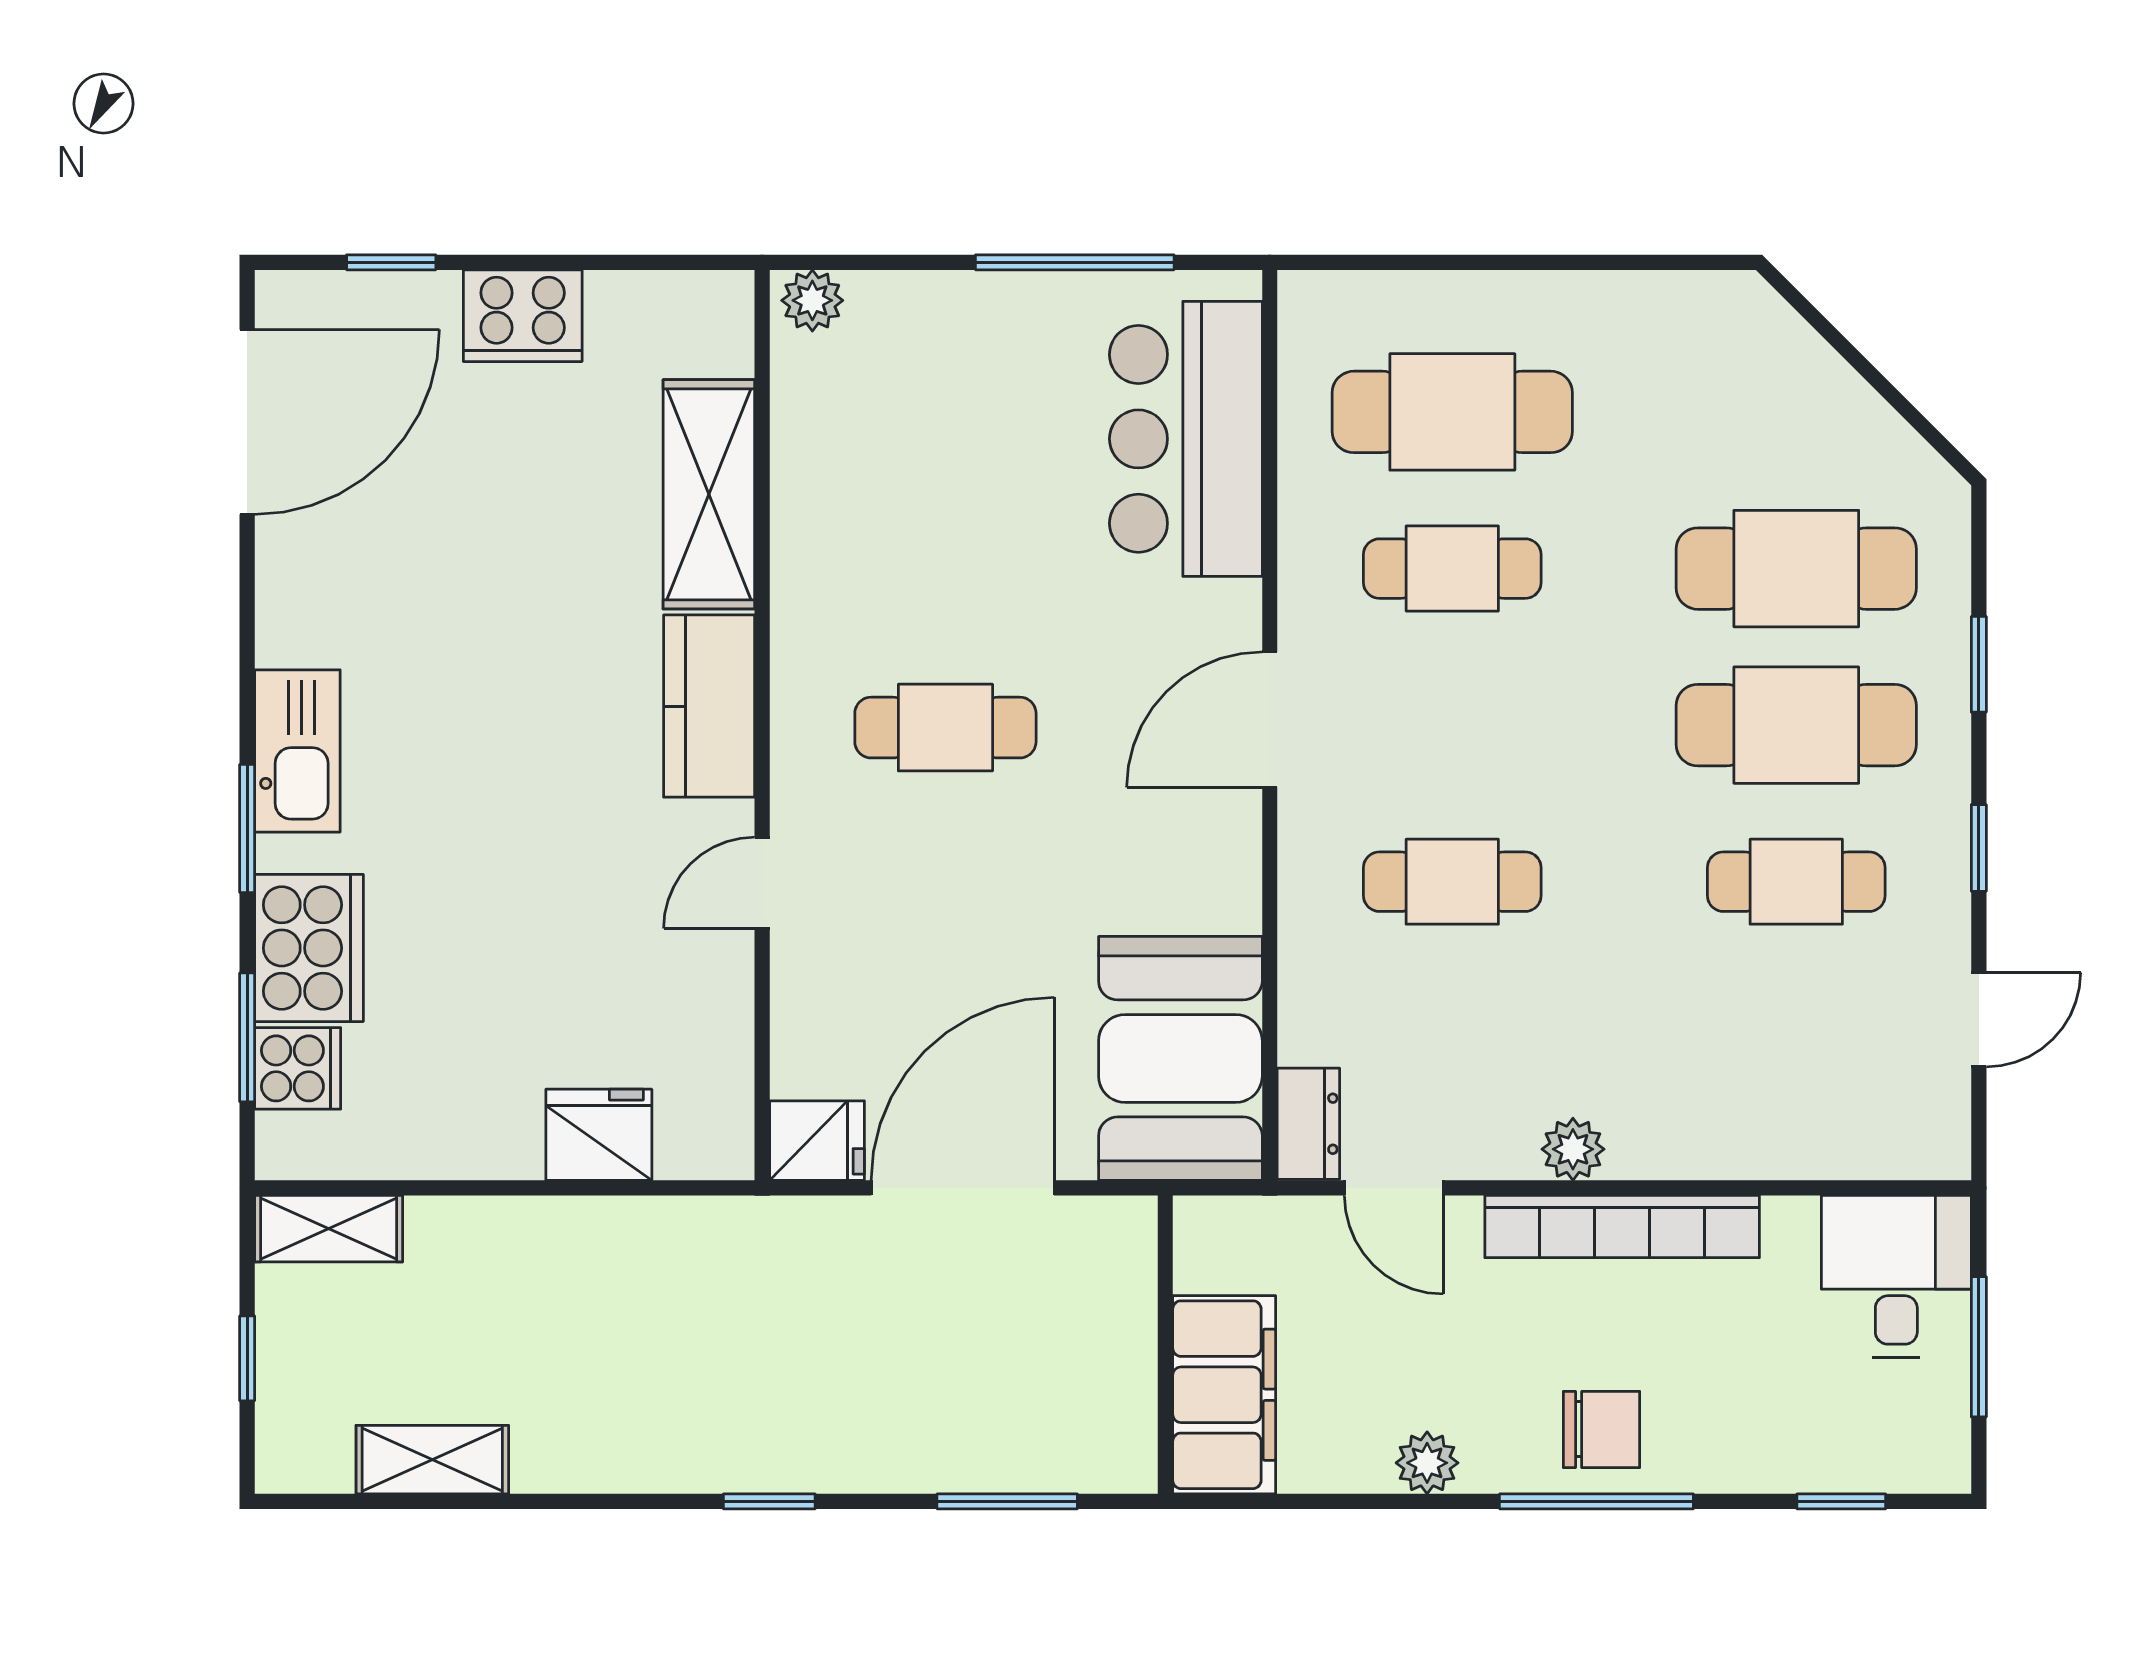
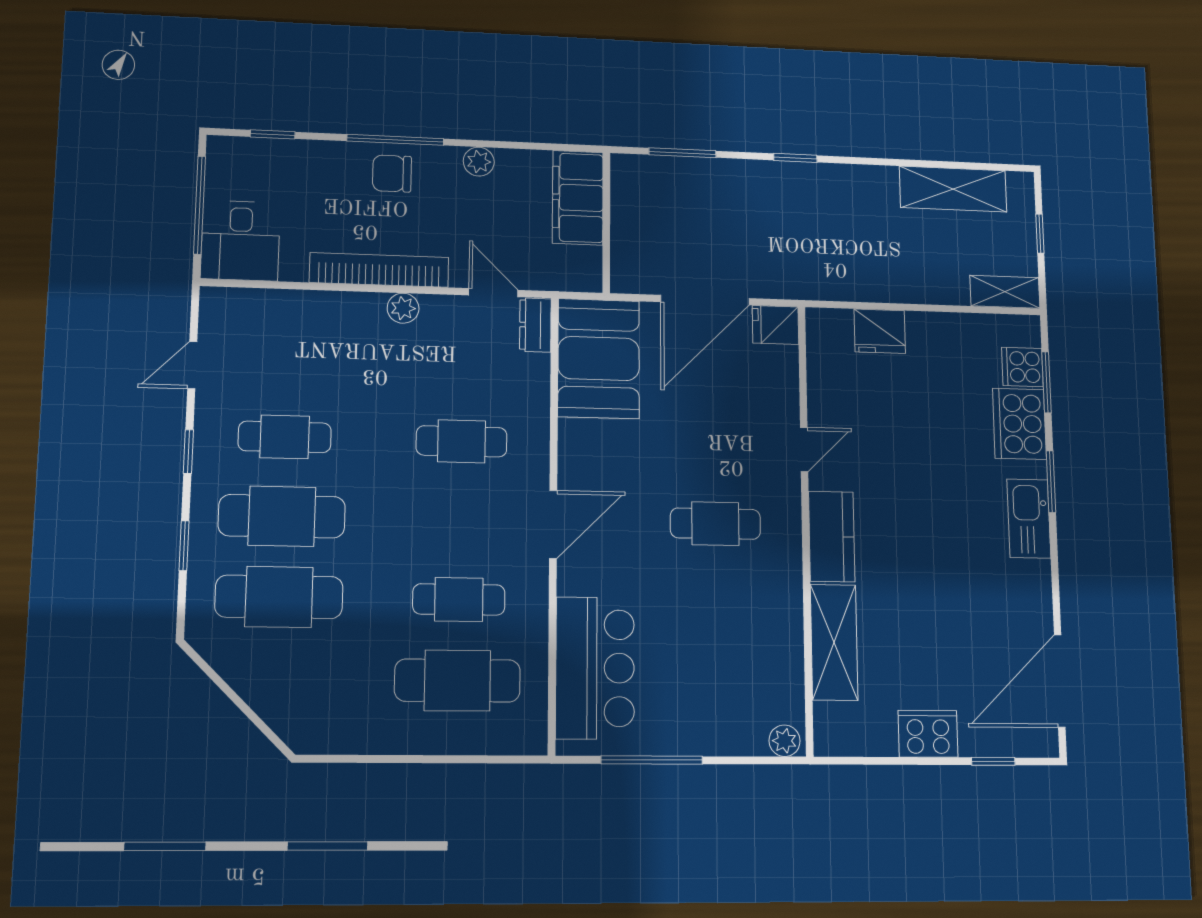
window: (1979, 1347) -> (200, 205), width x1.44
shelving: (432, 1460) -> (953, 189), width x1.50, depth x1.33

